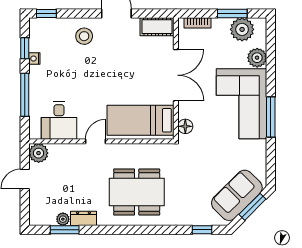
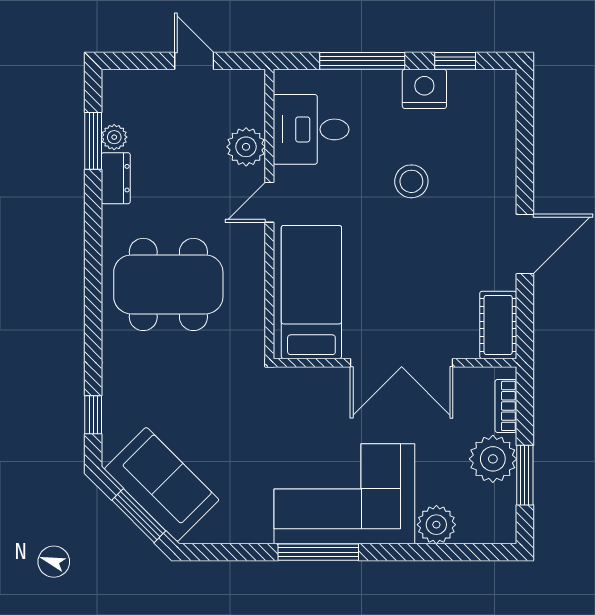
window: (46, 13) -> (525, 104), removed
plant: (242, 29) -> (493, 459), moved
stool: (84, 36) -> (411, 181), moved
nightstand: (34, 59) -> (424, 89), width x1.89, depth x1.79
floor lamp: (185, 126) -> (299, 381), removed
door: (95, 141) -> (269, 202), swing flipped
plant: (39, 153) -> (246, 147), moved
dining table: (137, 192) -> (168, 284), turned 90

